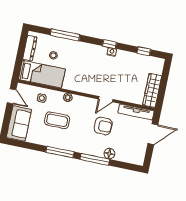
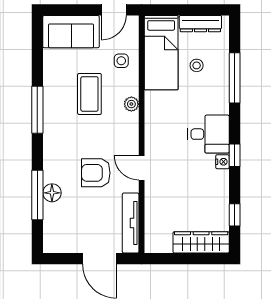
desk: (94, 57) -> (208, 134), added
wardrobe: (152, 90) -> (201, 242), moved
armchair: (103, 126) -> (96, 173), turned 90
window: (95, 159) -> (37, 195), moved

